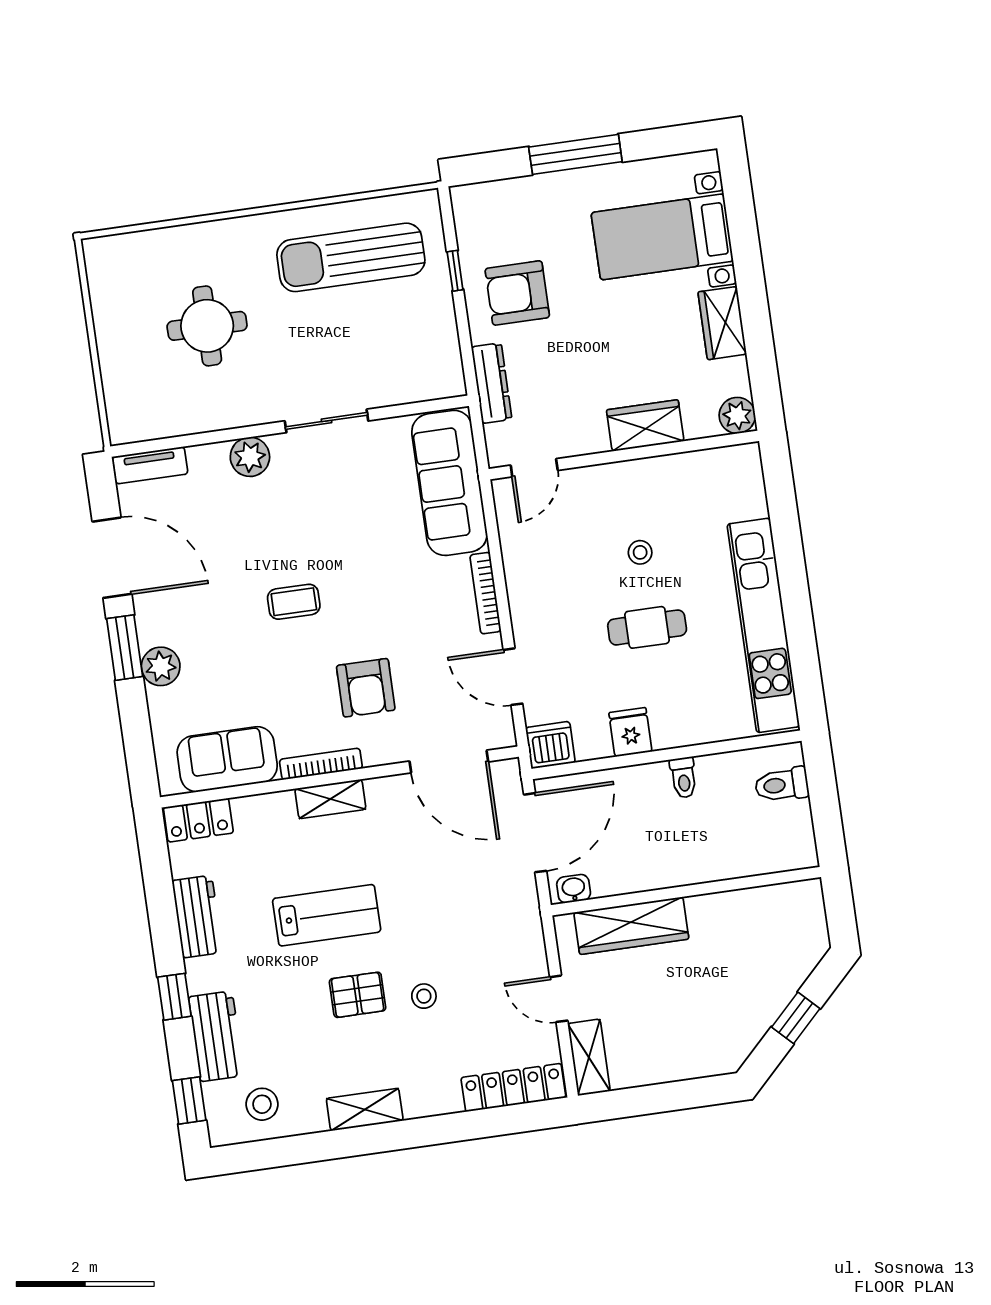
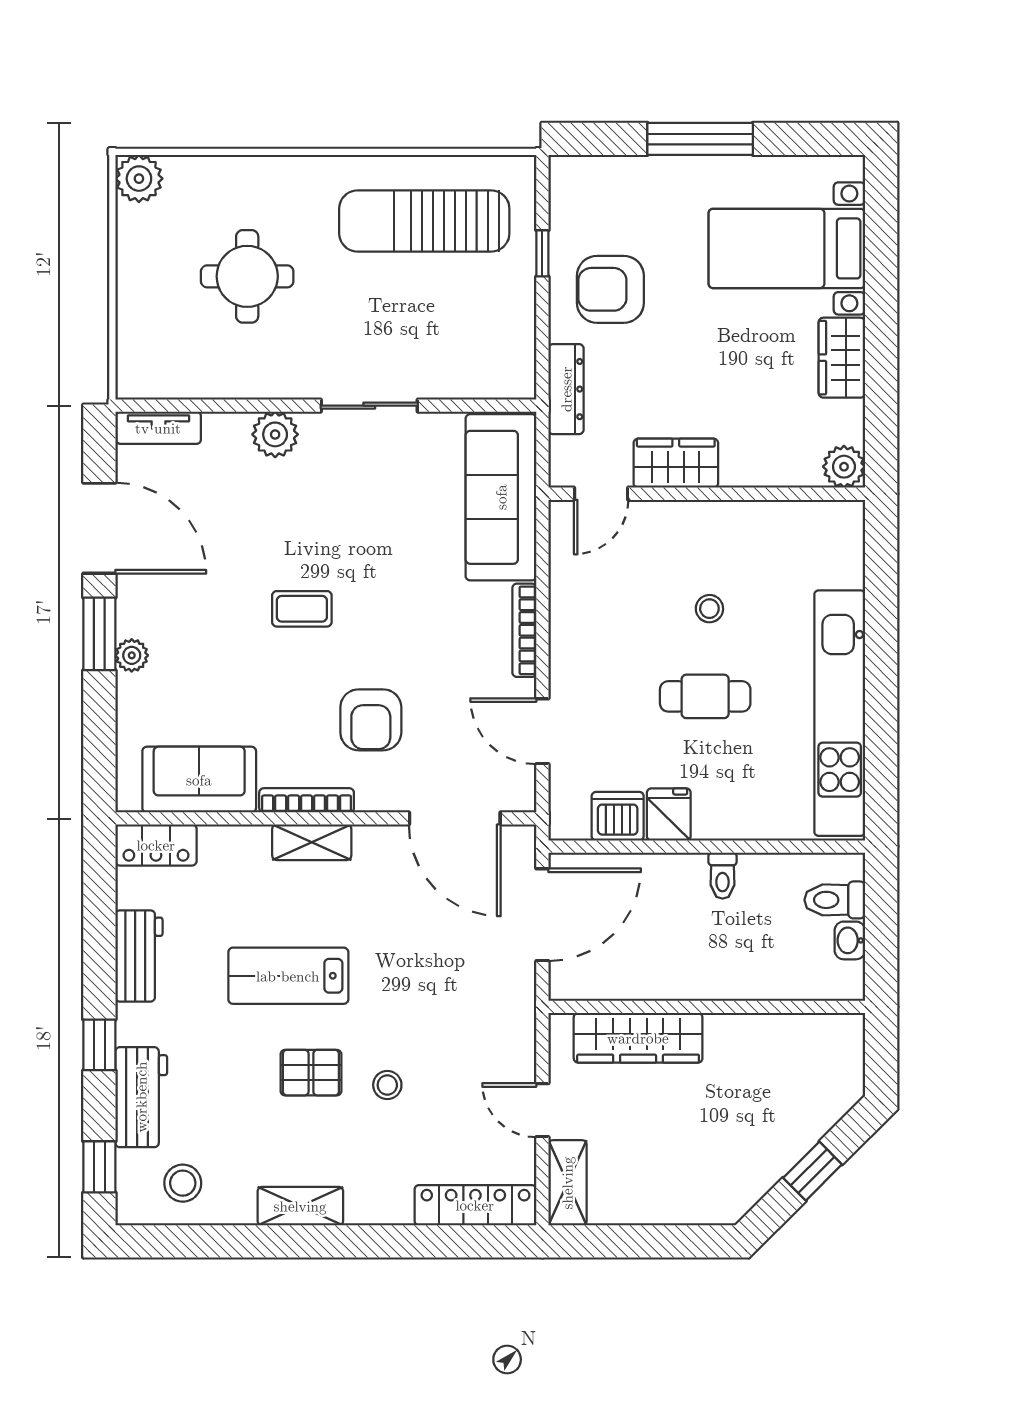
plant: (103, 256) -> (139, 179), added
wardrobe: (645, 426) -> (676, 463), moved
plant: (161, 666) -> (132, 655), width x0.73, depth x0.73
dishwasher: (550, 745) -> (618, 816), moved
washbasin: (574, 889) -> (850, 940), moved, turned -90
lab bench: (327, 915) -> (288, 976), turned 180

